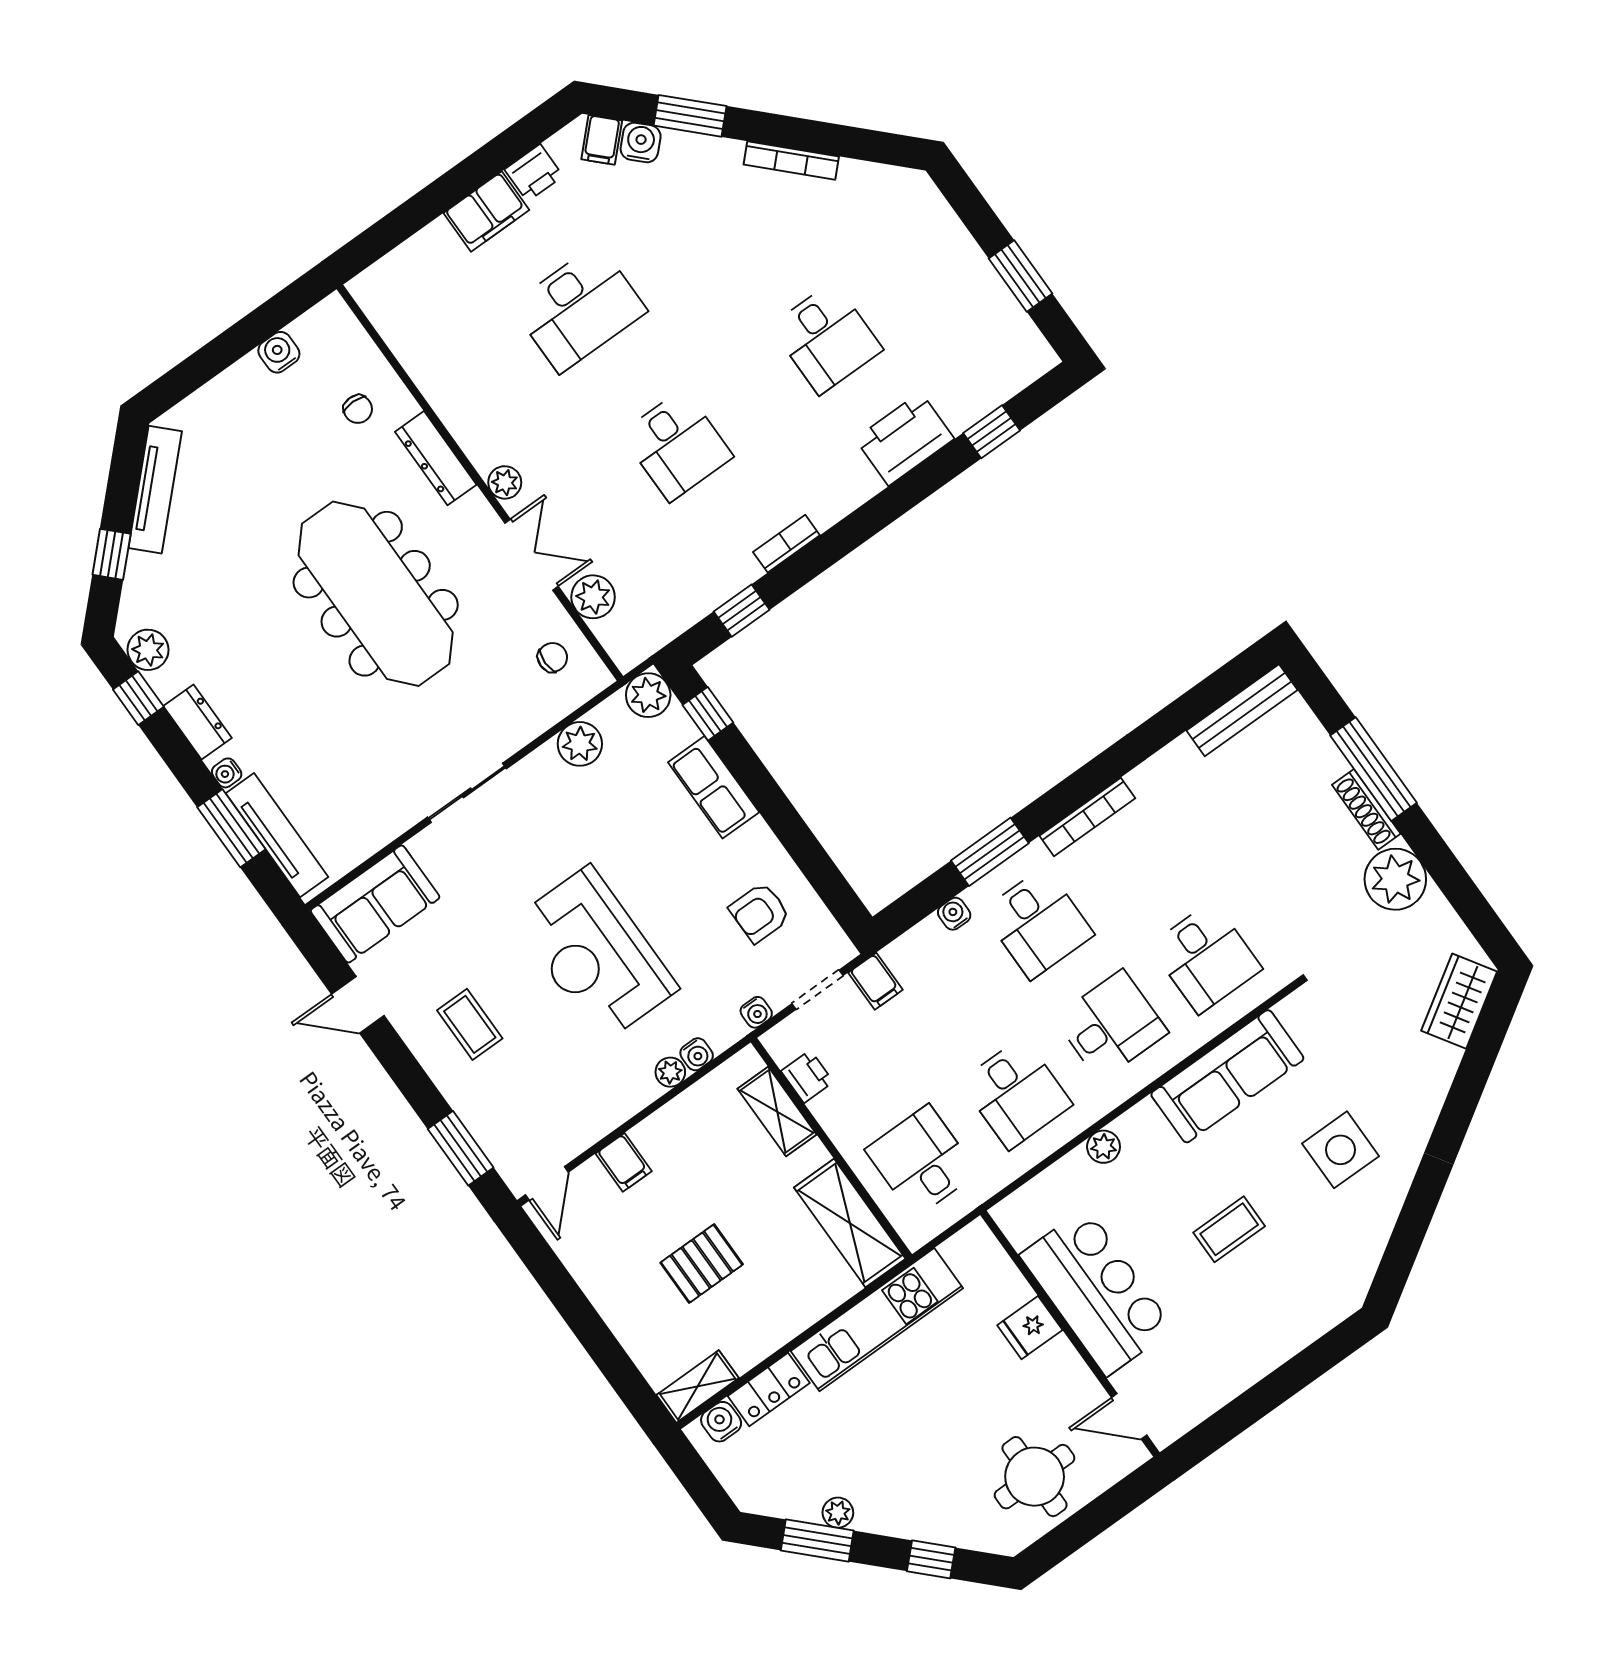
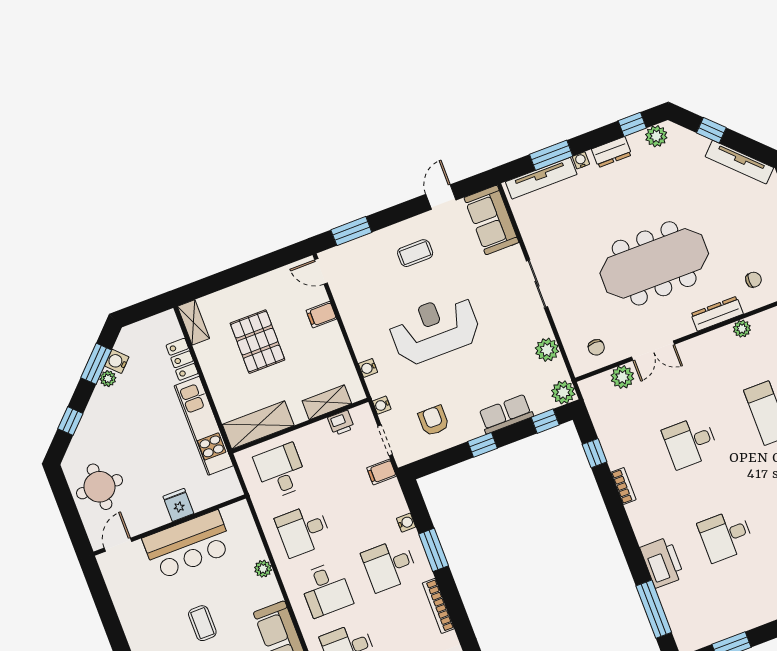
chair: (358, 409) -> (754, 280), turned 180
window: (992, 432) -> (654, 609), width x2.17
plant: (505, 482) -> (742, 329), moved
window: (780, 814) -> (483, 445), added
plant: (670, 1072) -> (362, 352), removed
desk: (921, 1161) -> (281, 471), turned -90
pallet: (702, 1264) -> (257, 342), width x1.50, depth x1.42
water cooler: (721, 1422) -> (117, 361), moved, turned -135

